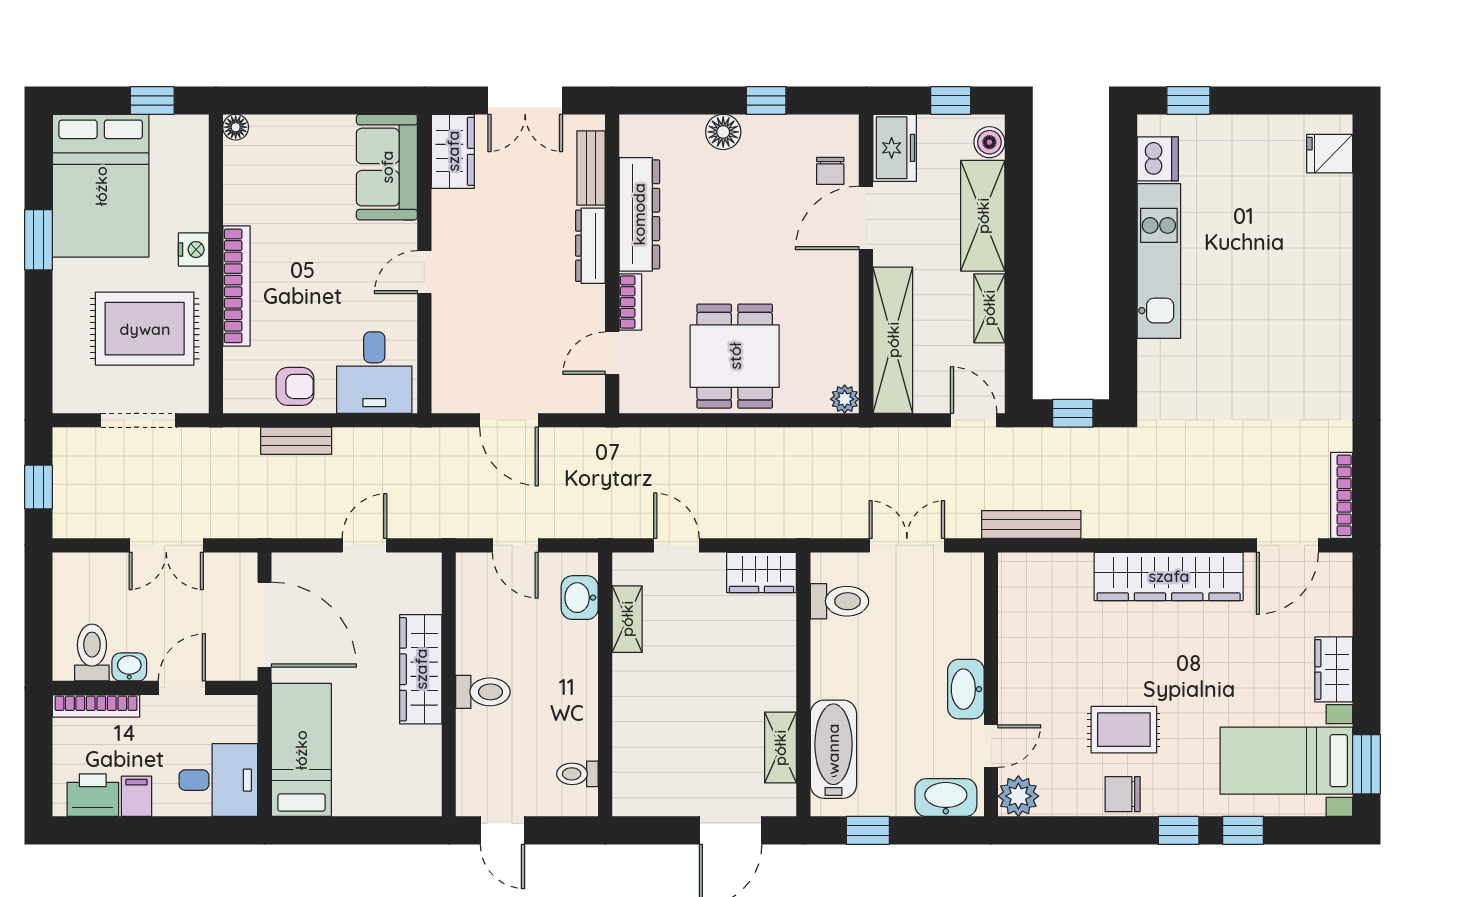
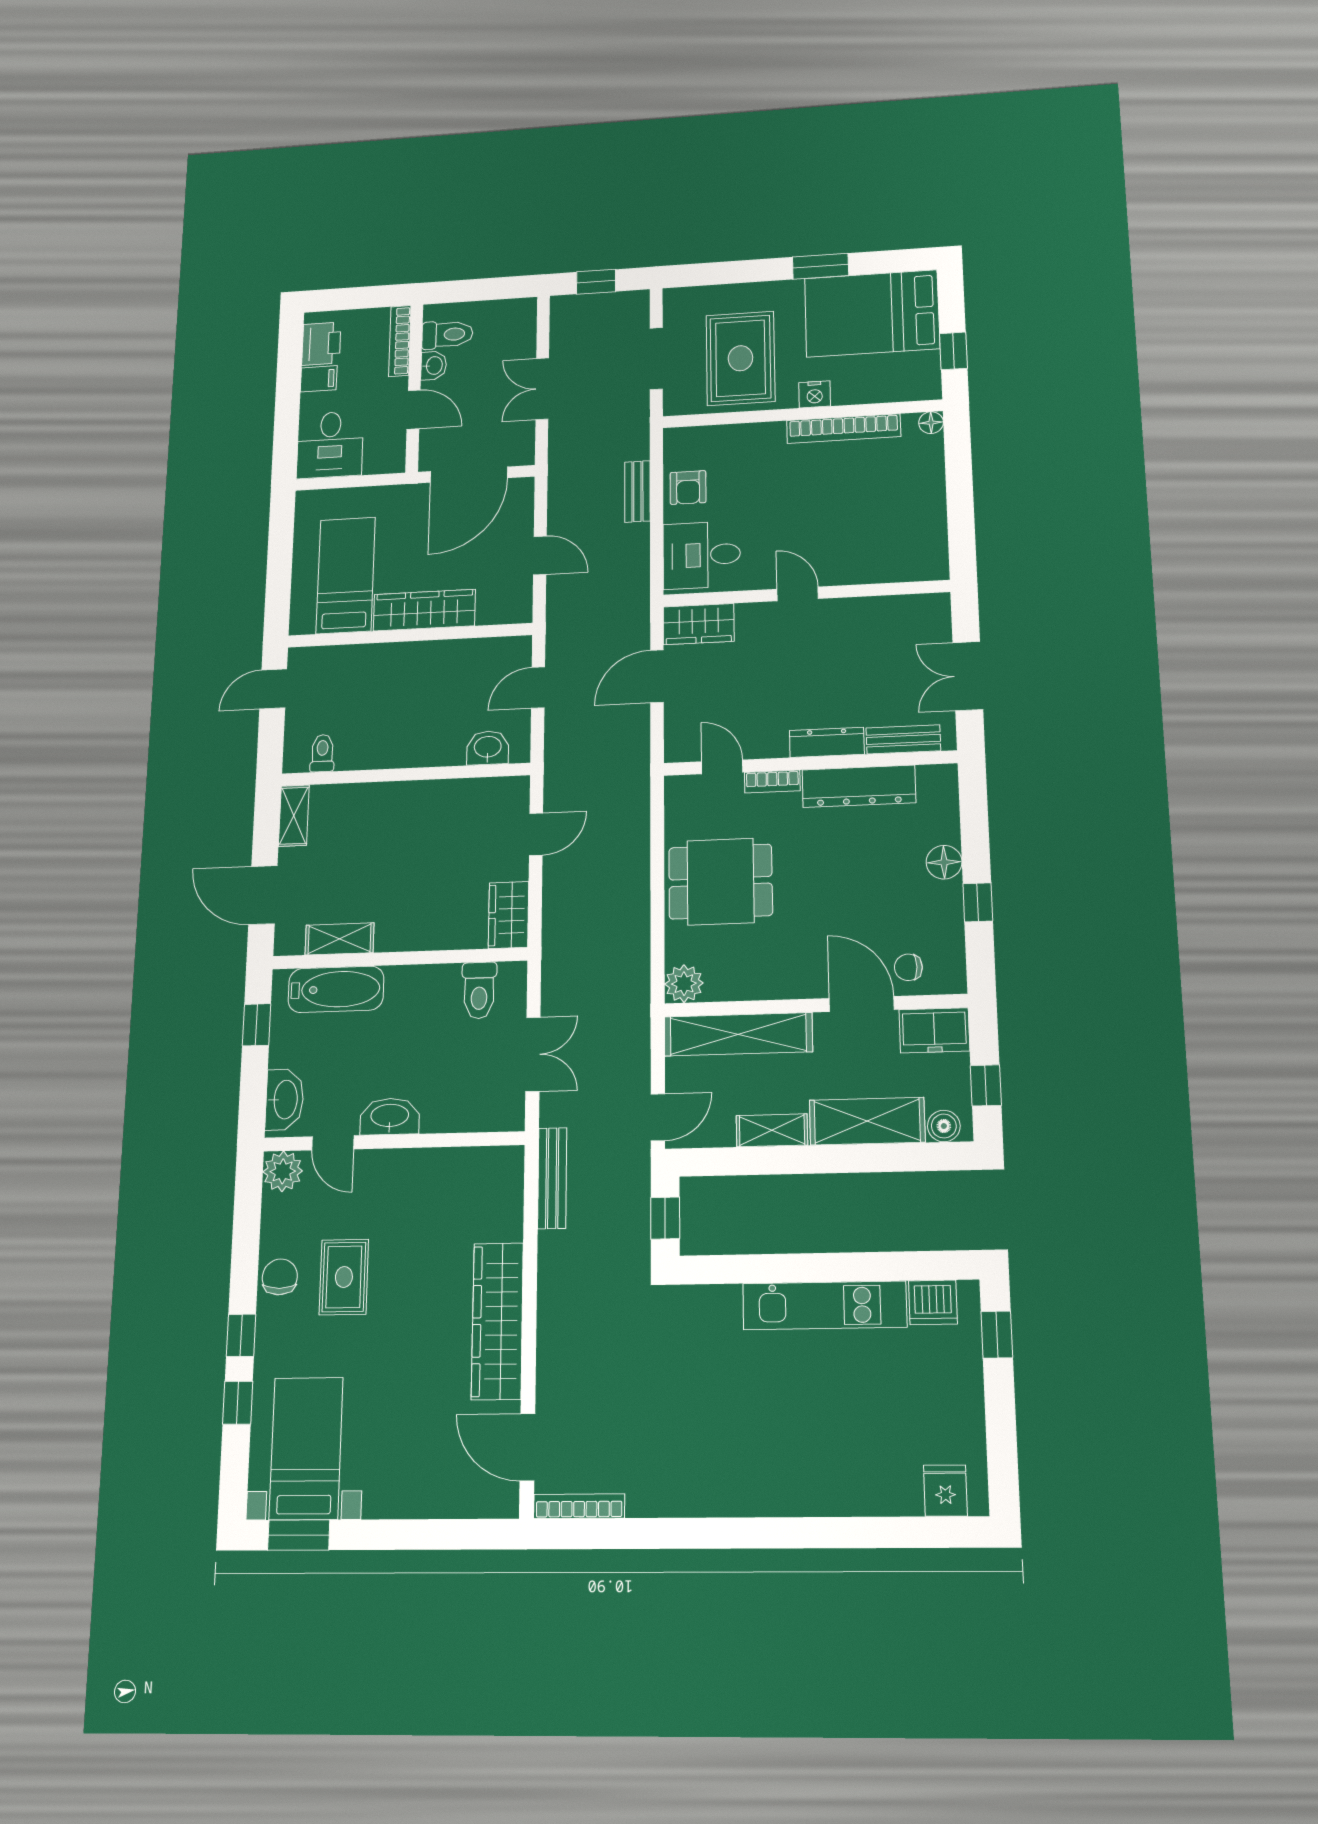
wardrobe: (453, 151) -> (699, 624), moved
sofa: (387, 167) -> (898, 555), removed
bookcase: (236, 286) -> (844, 429), moved
plant: (845, 399) -> (684, 984), width x1.38, depth x1.38
shelving: (627, 619) -> (294, 816), moved, turned 90
wardrobe: (1334, 669) -> (398, 1499), removed
toilet: (483, 692) -> (402, 666), removed
bed: (301, 750) -> (346, 575), moved, turned -90

